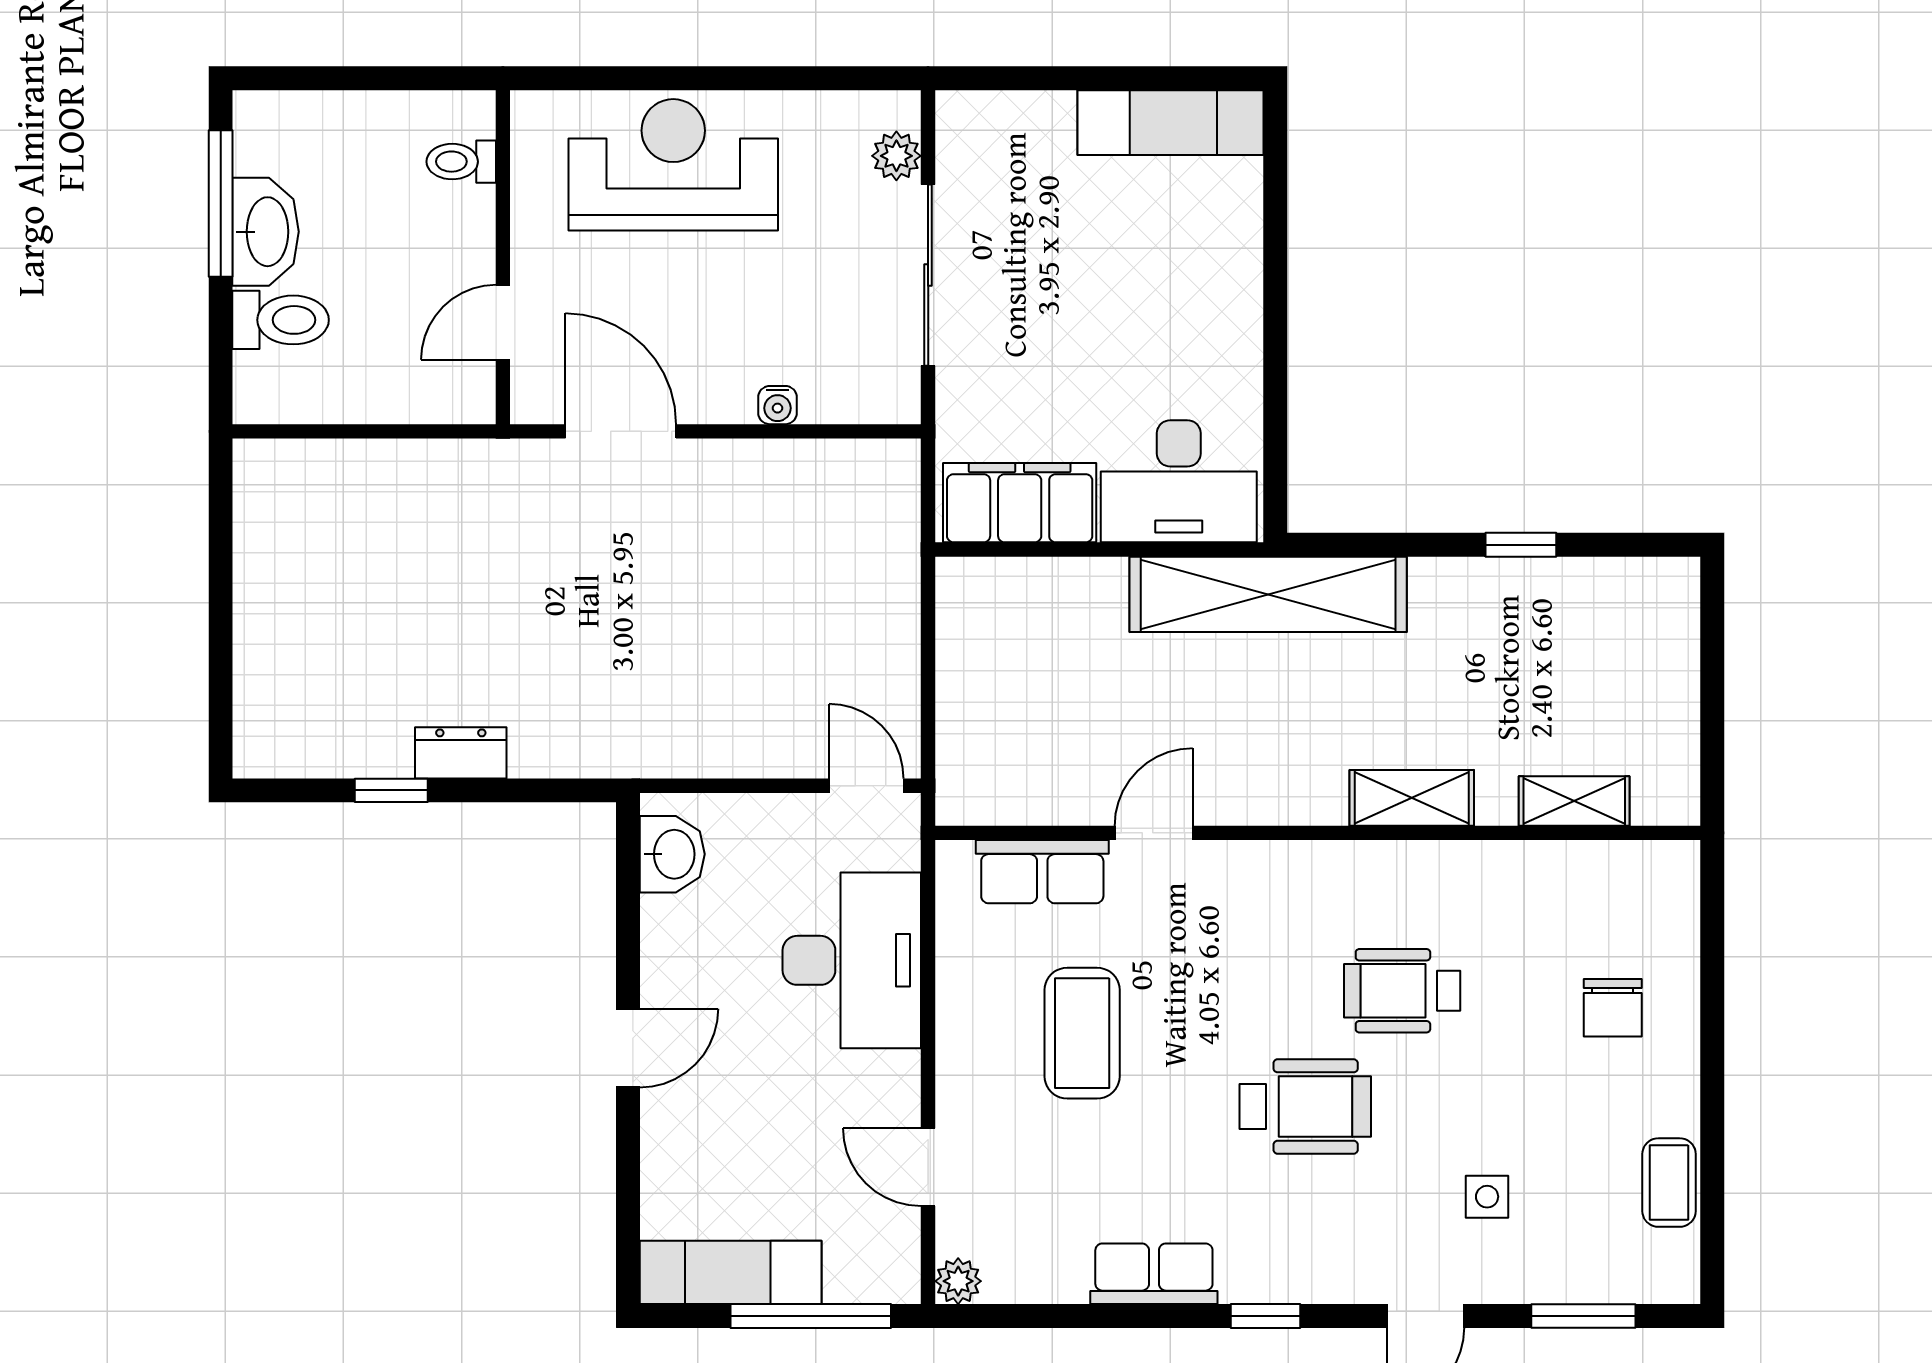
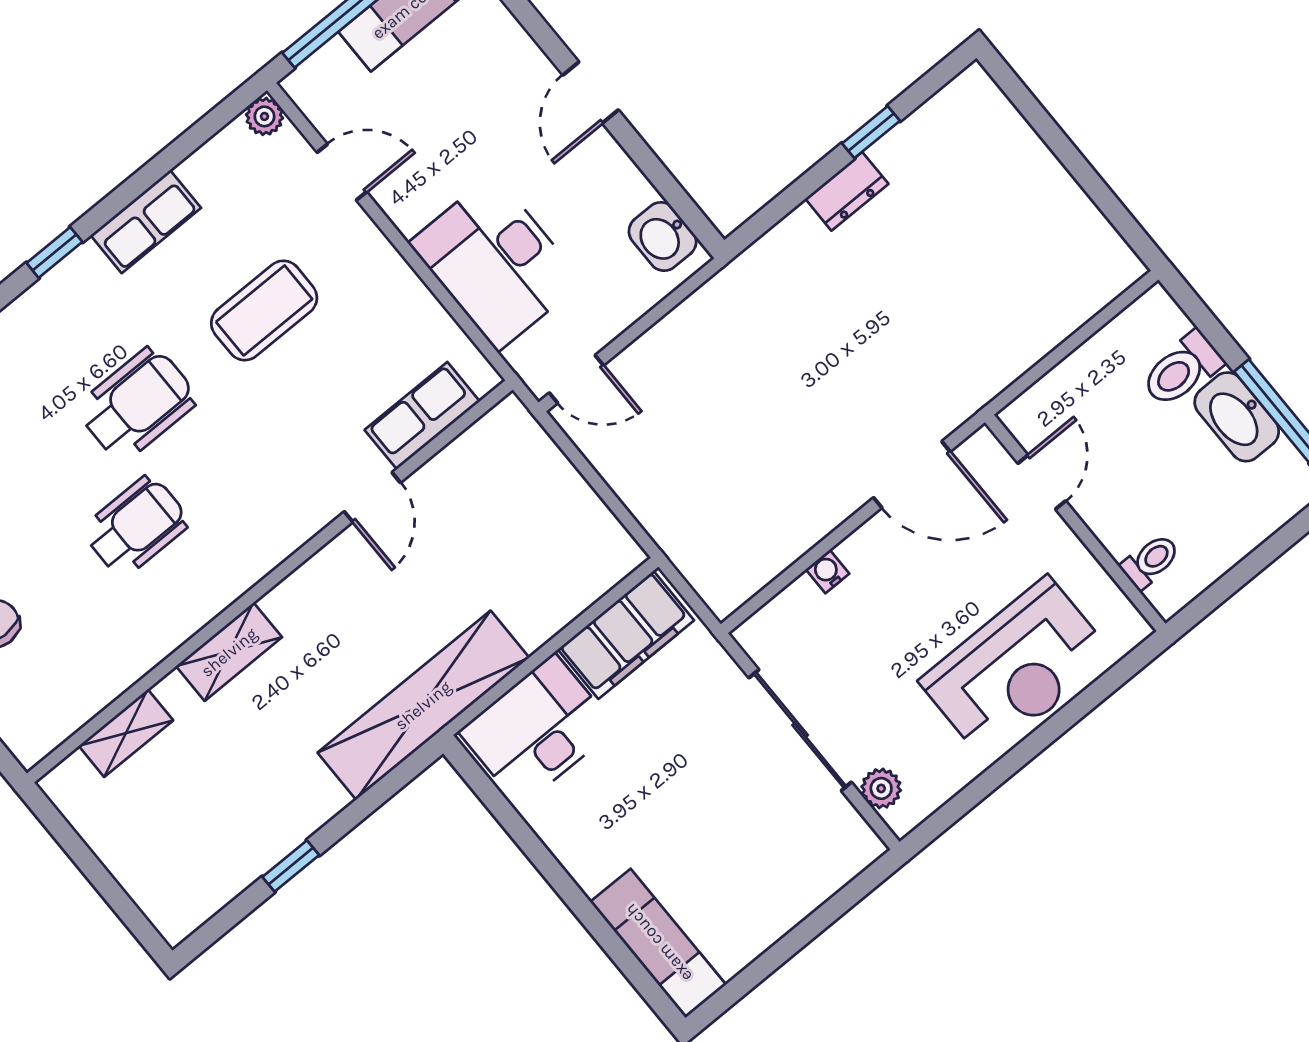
exam couch: (1171, 123) -> (658, 943), moved, turned 90
coffee table: (1082, 1033) -> (264, 310), moved, turned 90
wheelchair: (1305, 1107) -> (137, 404), turned 180

